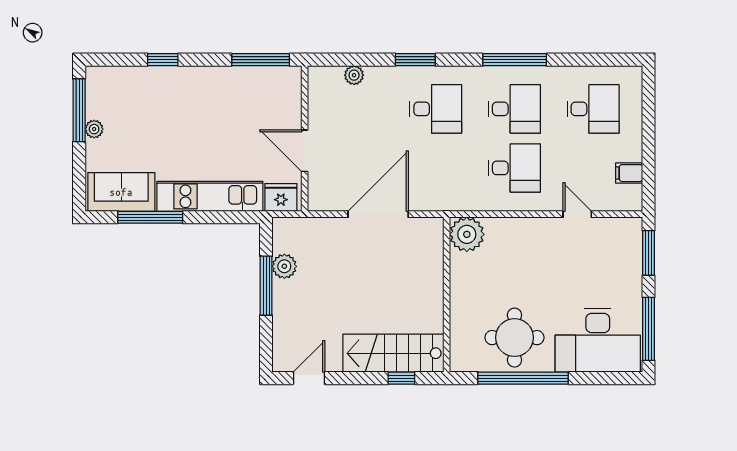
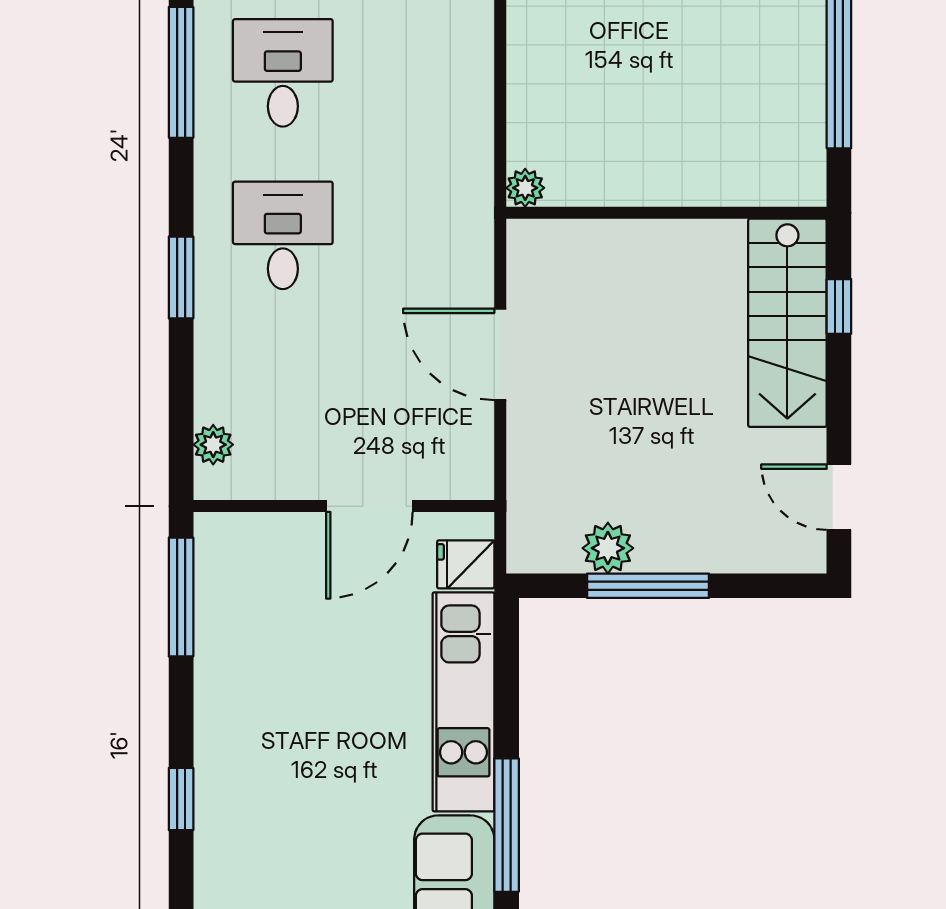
plant: (354, 75) -> (213, 445), moved
desk: (514, 168) -> (405, 73), removed
fridge: (281, 197) -> (466, 564), width x0.72
door: (378, 214) -> (500, 354), width x0.73
plant: (467, 234) -> (525, 188), width x0.53, depth x0.53
round table: (514, 338) -> (755, 73), removed

